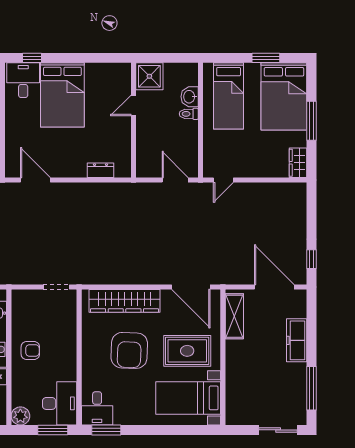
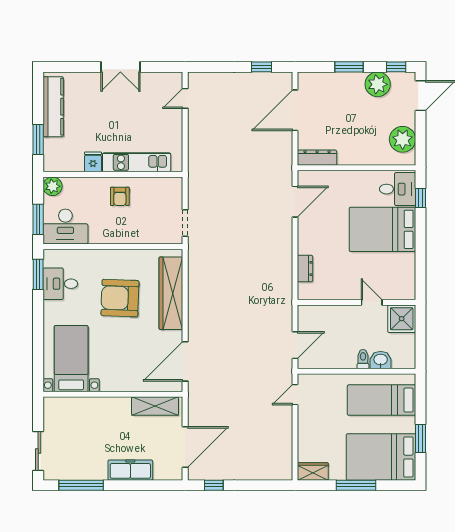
door: (223, 180) -> (295, 395), hinge flipped
rug: (187, 351) -> (119, 358), removed
desk: (97, 408) -> (60, 284), moved

